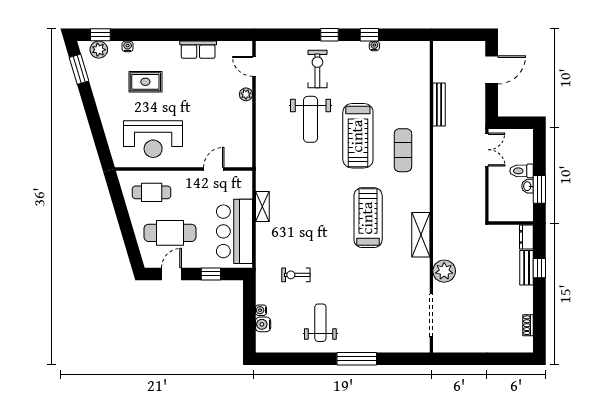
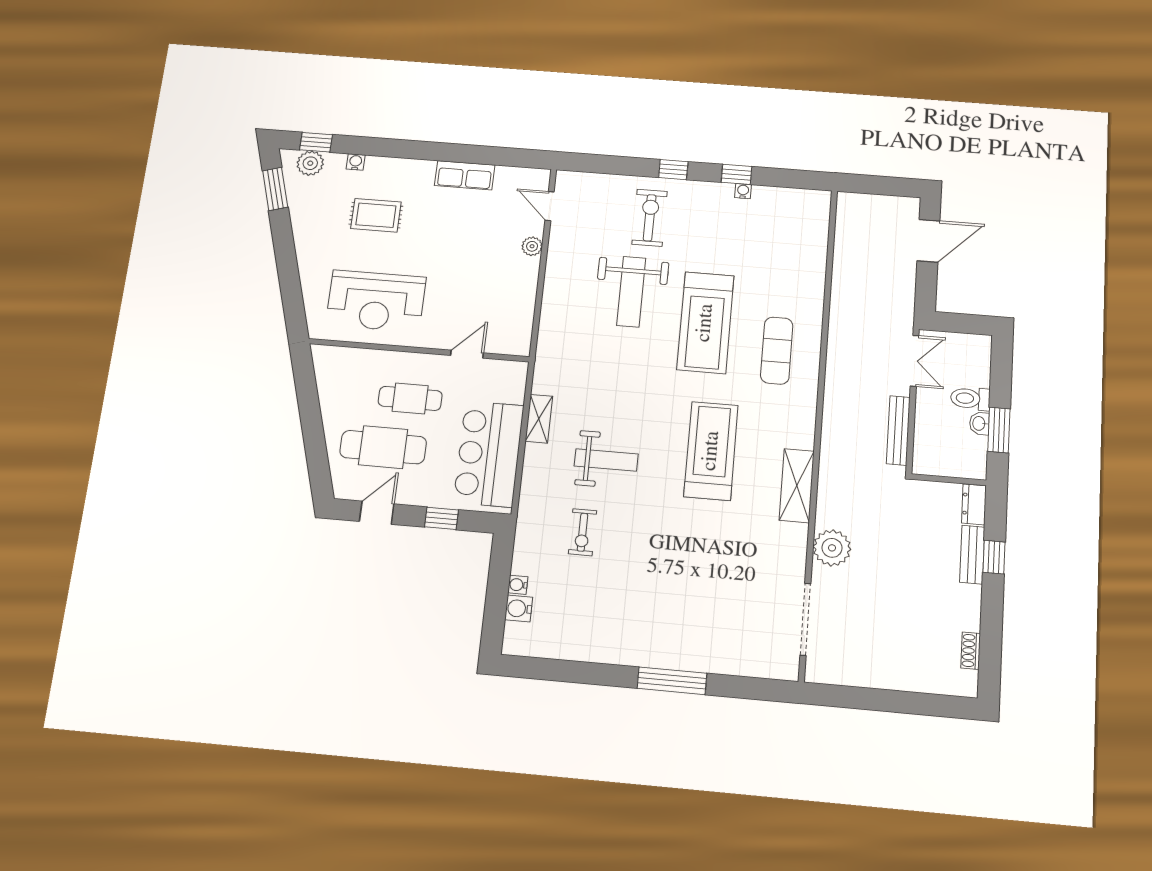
bench: (439, 105) -> (898, 430), moved
cafe table: (152, 192) -> (410, 398), moved
exercise bike: (296, 275) -> (582, 532), turned -90
weight bench: (320, 323) -> (606, 460), moved, turned 90

